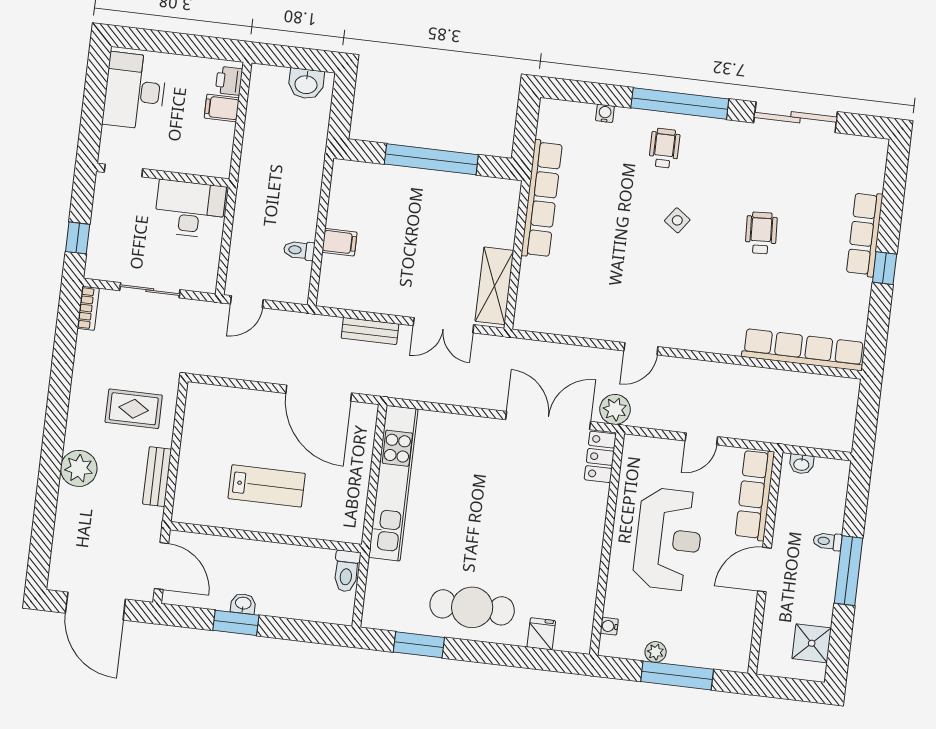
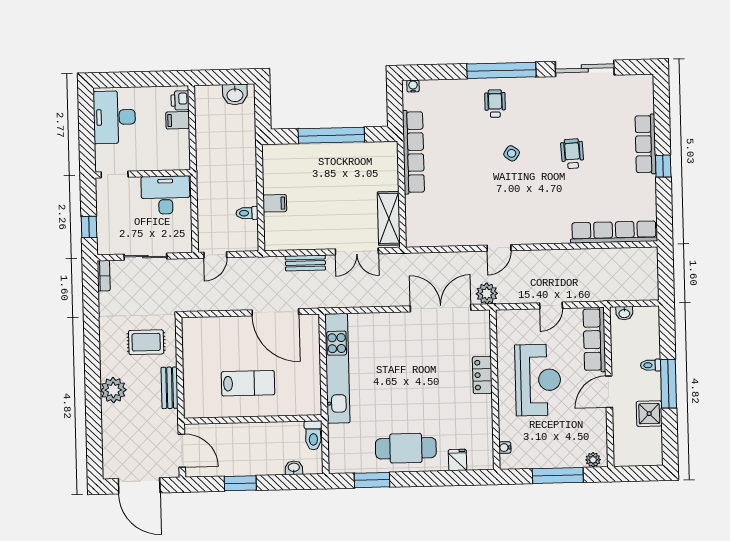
water cooler: (605, 113) -> (413, 86), moved
locker: (600, 457) -> (482, 375), moved
washbasin: (243, 604) -> (294, 468), moved
shower: (812, 643) -> (649, 414), moved
plant: (656, 652) -> (593, 460), moved

